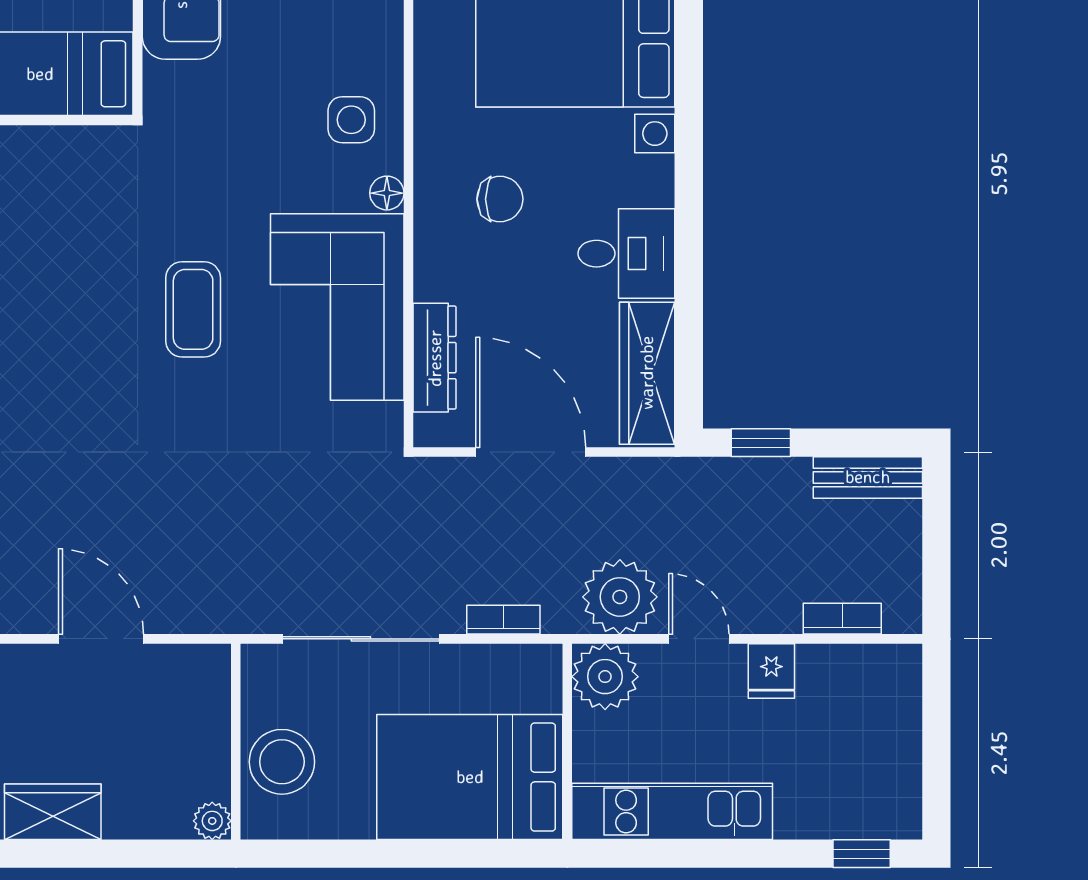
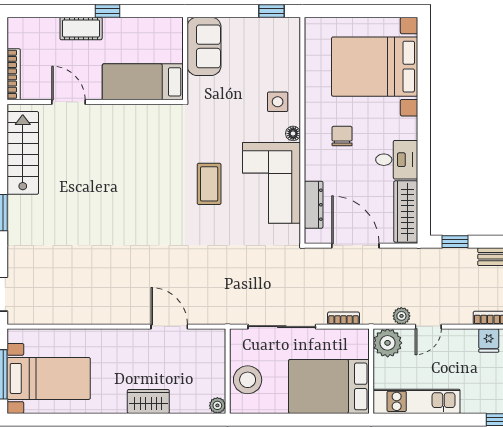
chair: (500, 199) -> (342, 136), turned -90
plant: (620, 597) -> (401, 316), width x0.53, depth x0.53
door: (699, 639) -> (428, 327), swing flipped
fridge: (771, 671) -> (489, 340), moved

